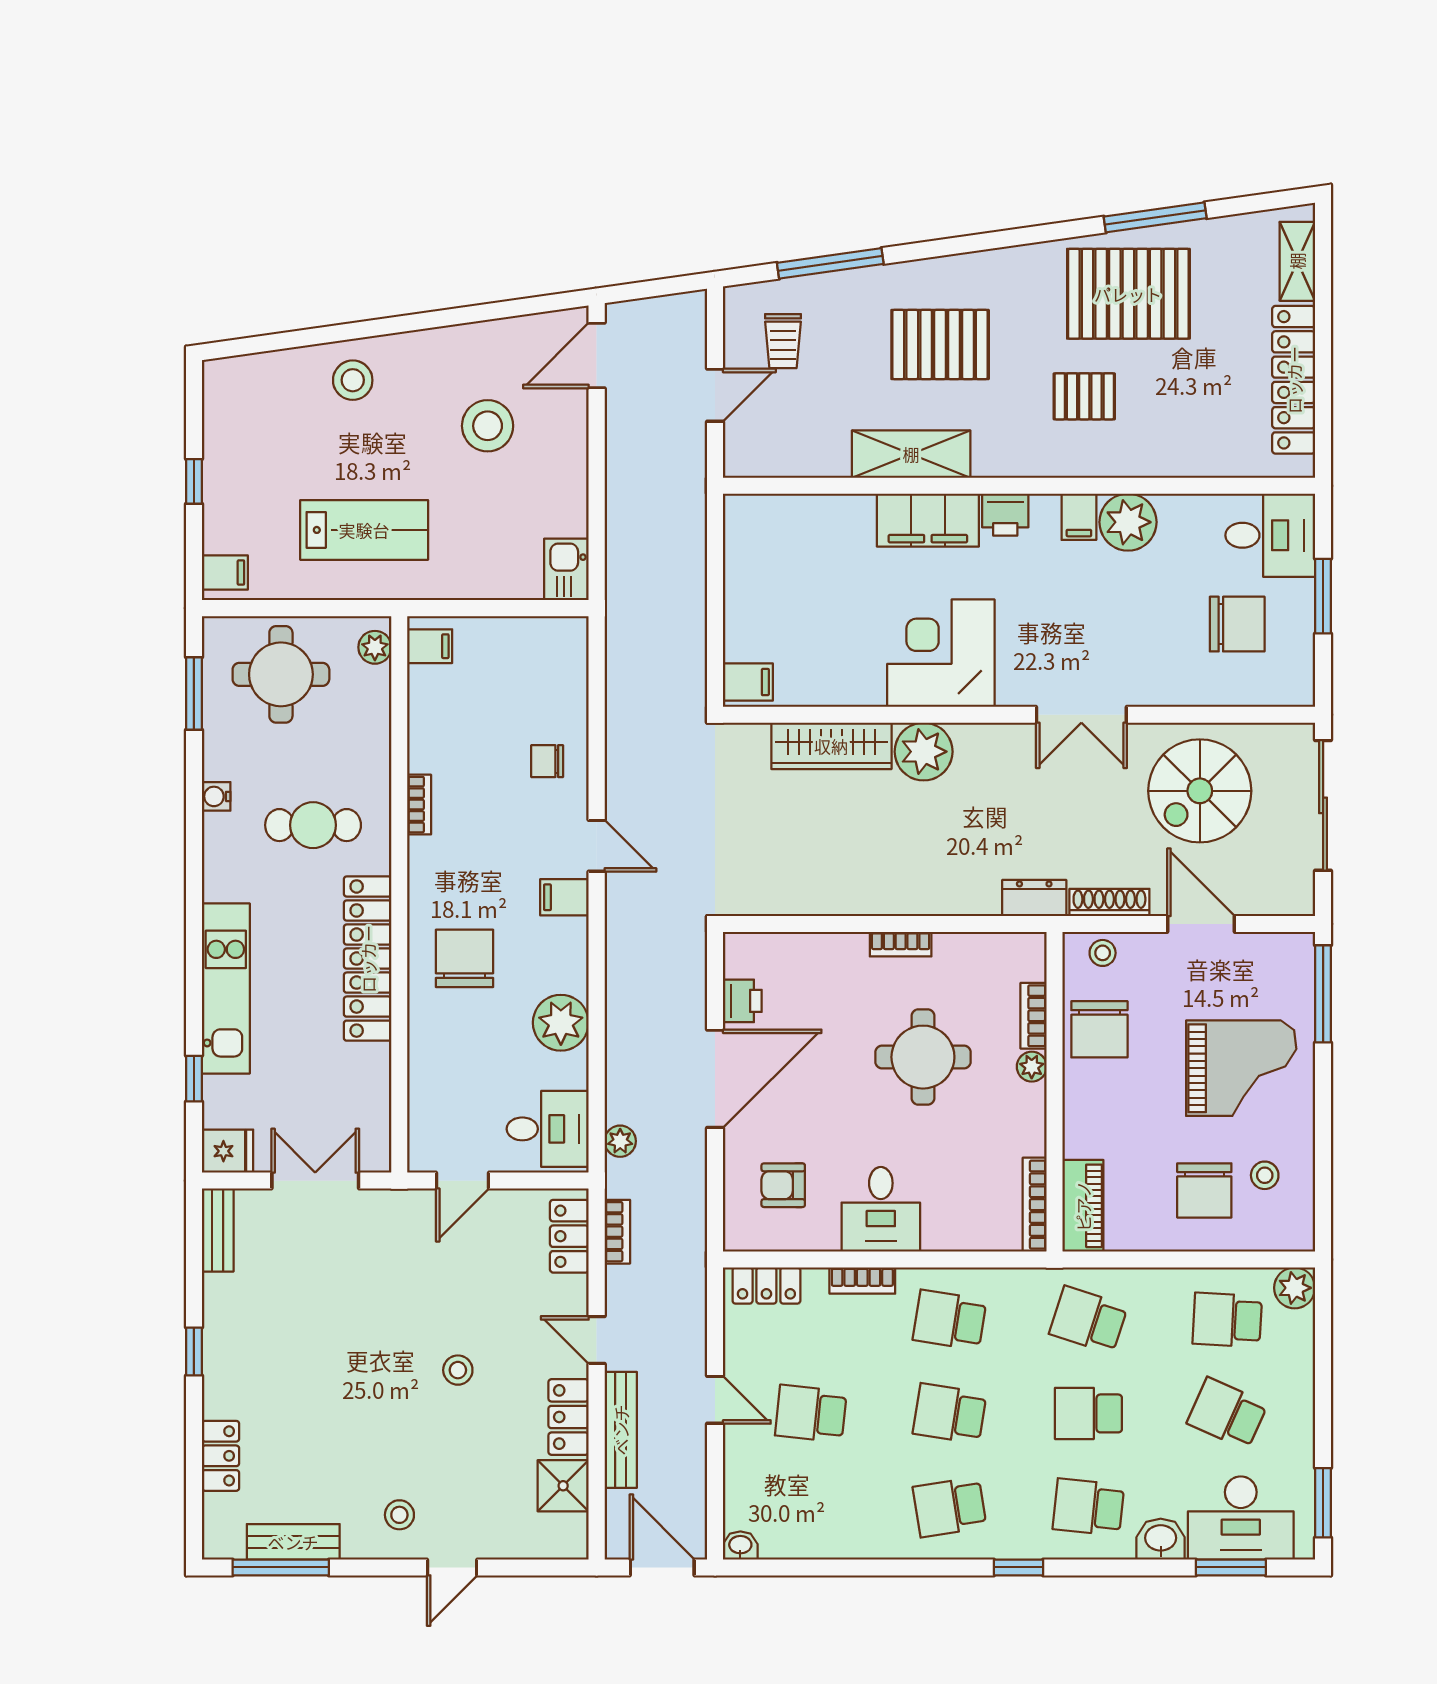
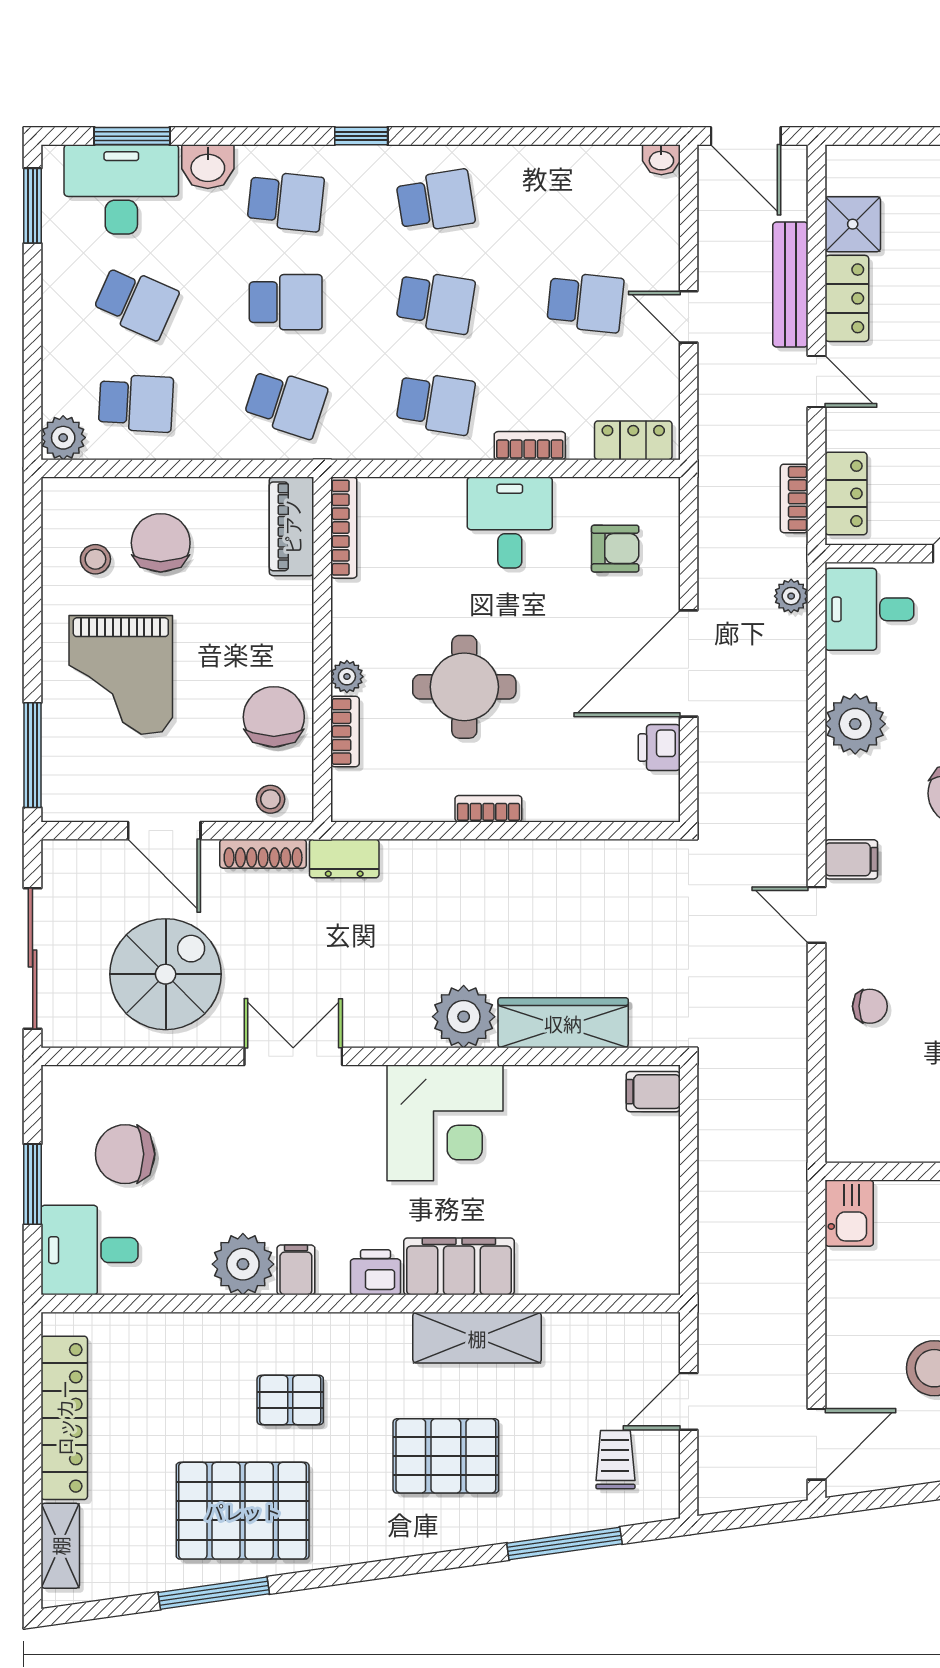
grand piano: (1241, 1068) -> (121, 675), turned -90

